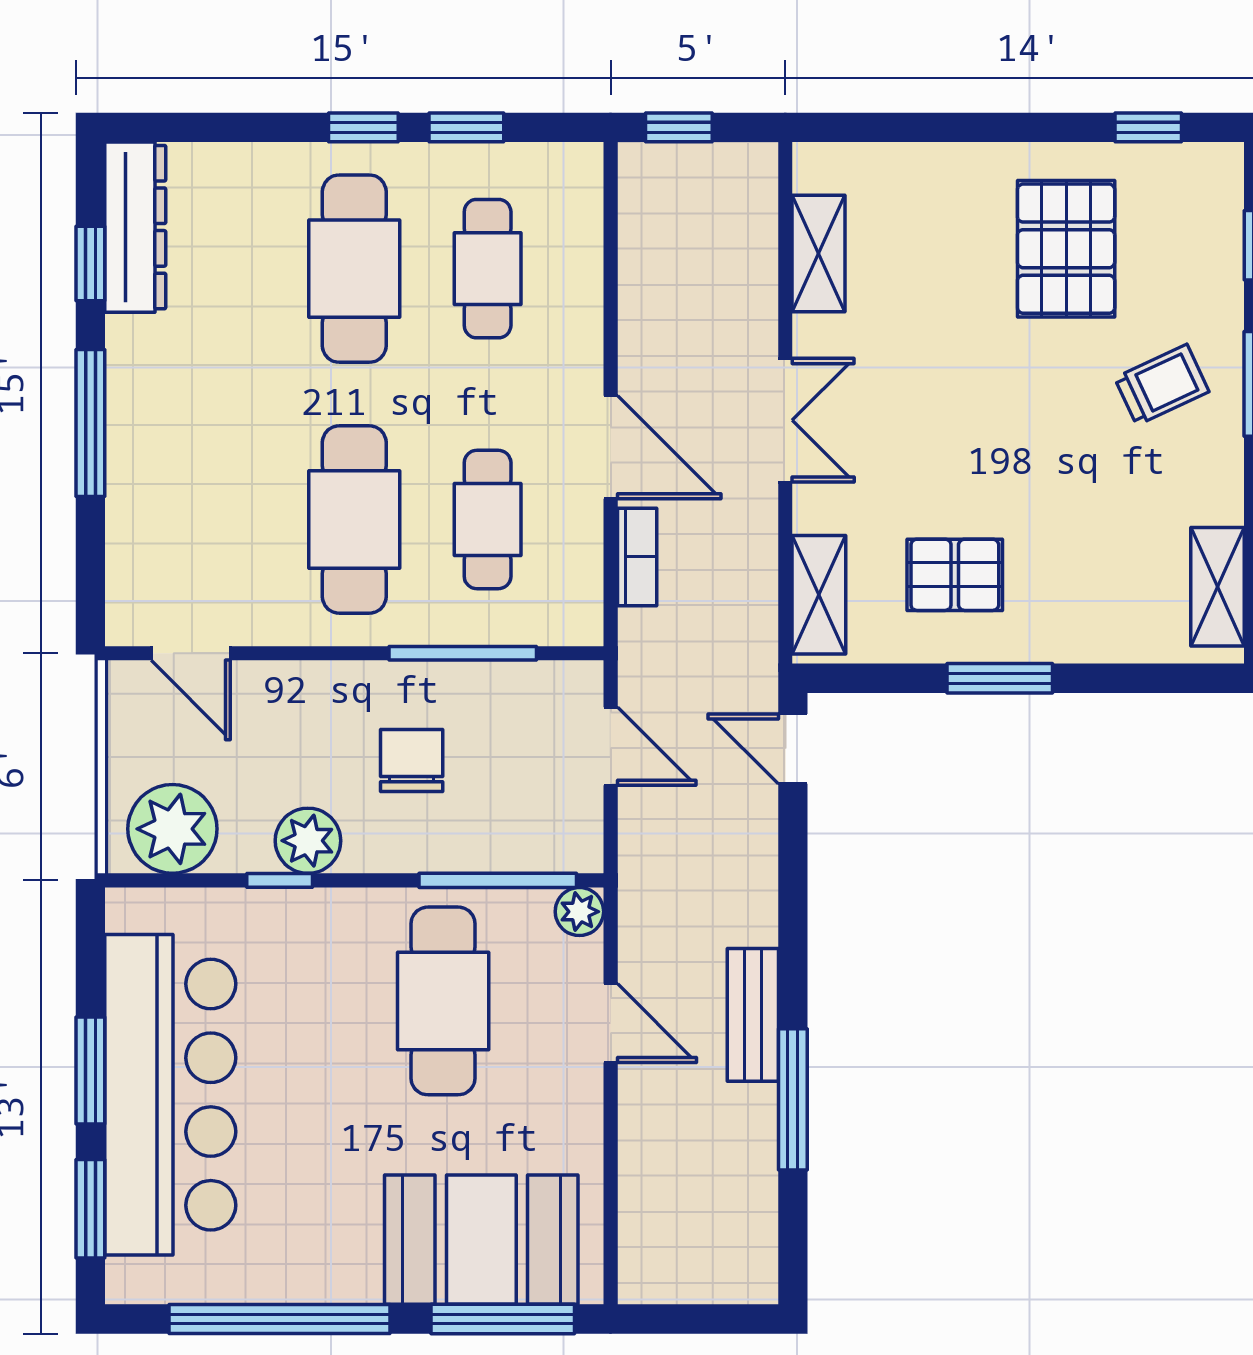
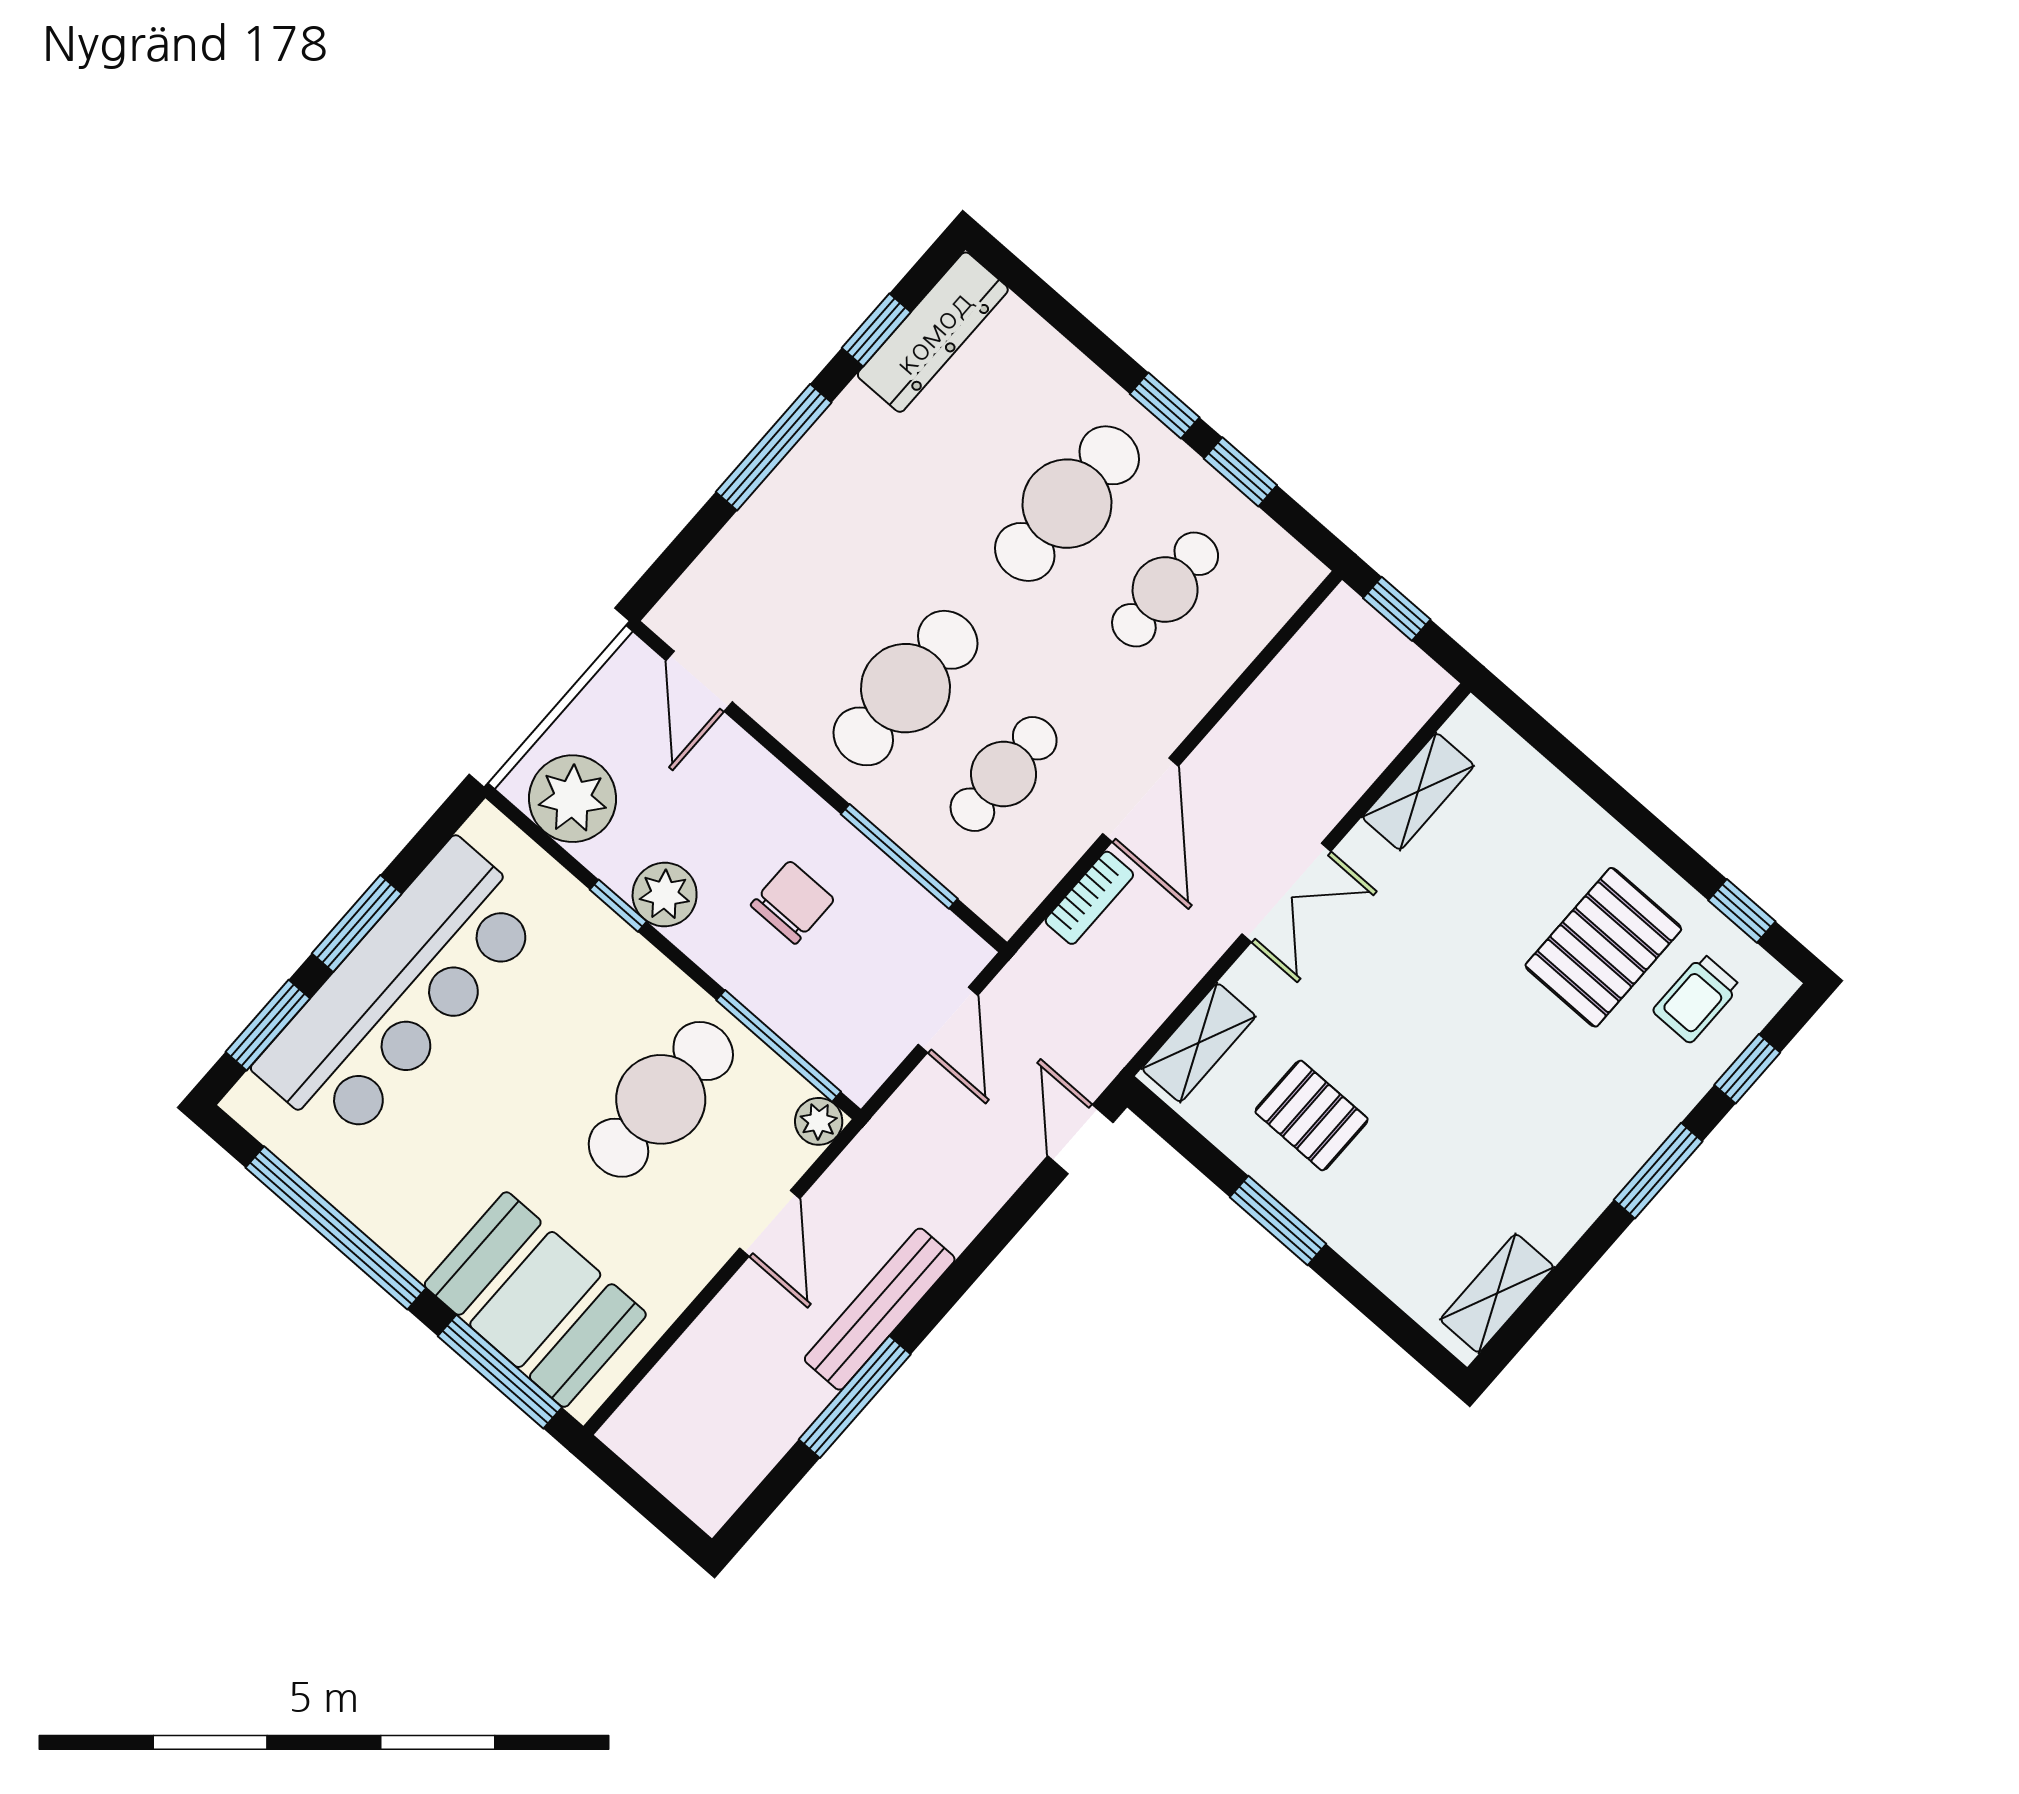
trolley: (1162, 385) -> (1696, 998), moved, turned 115
bench: (753, 1015) -> (880, 1309), width x1.36

